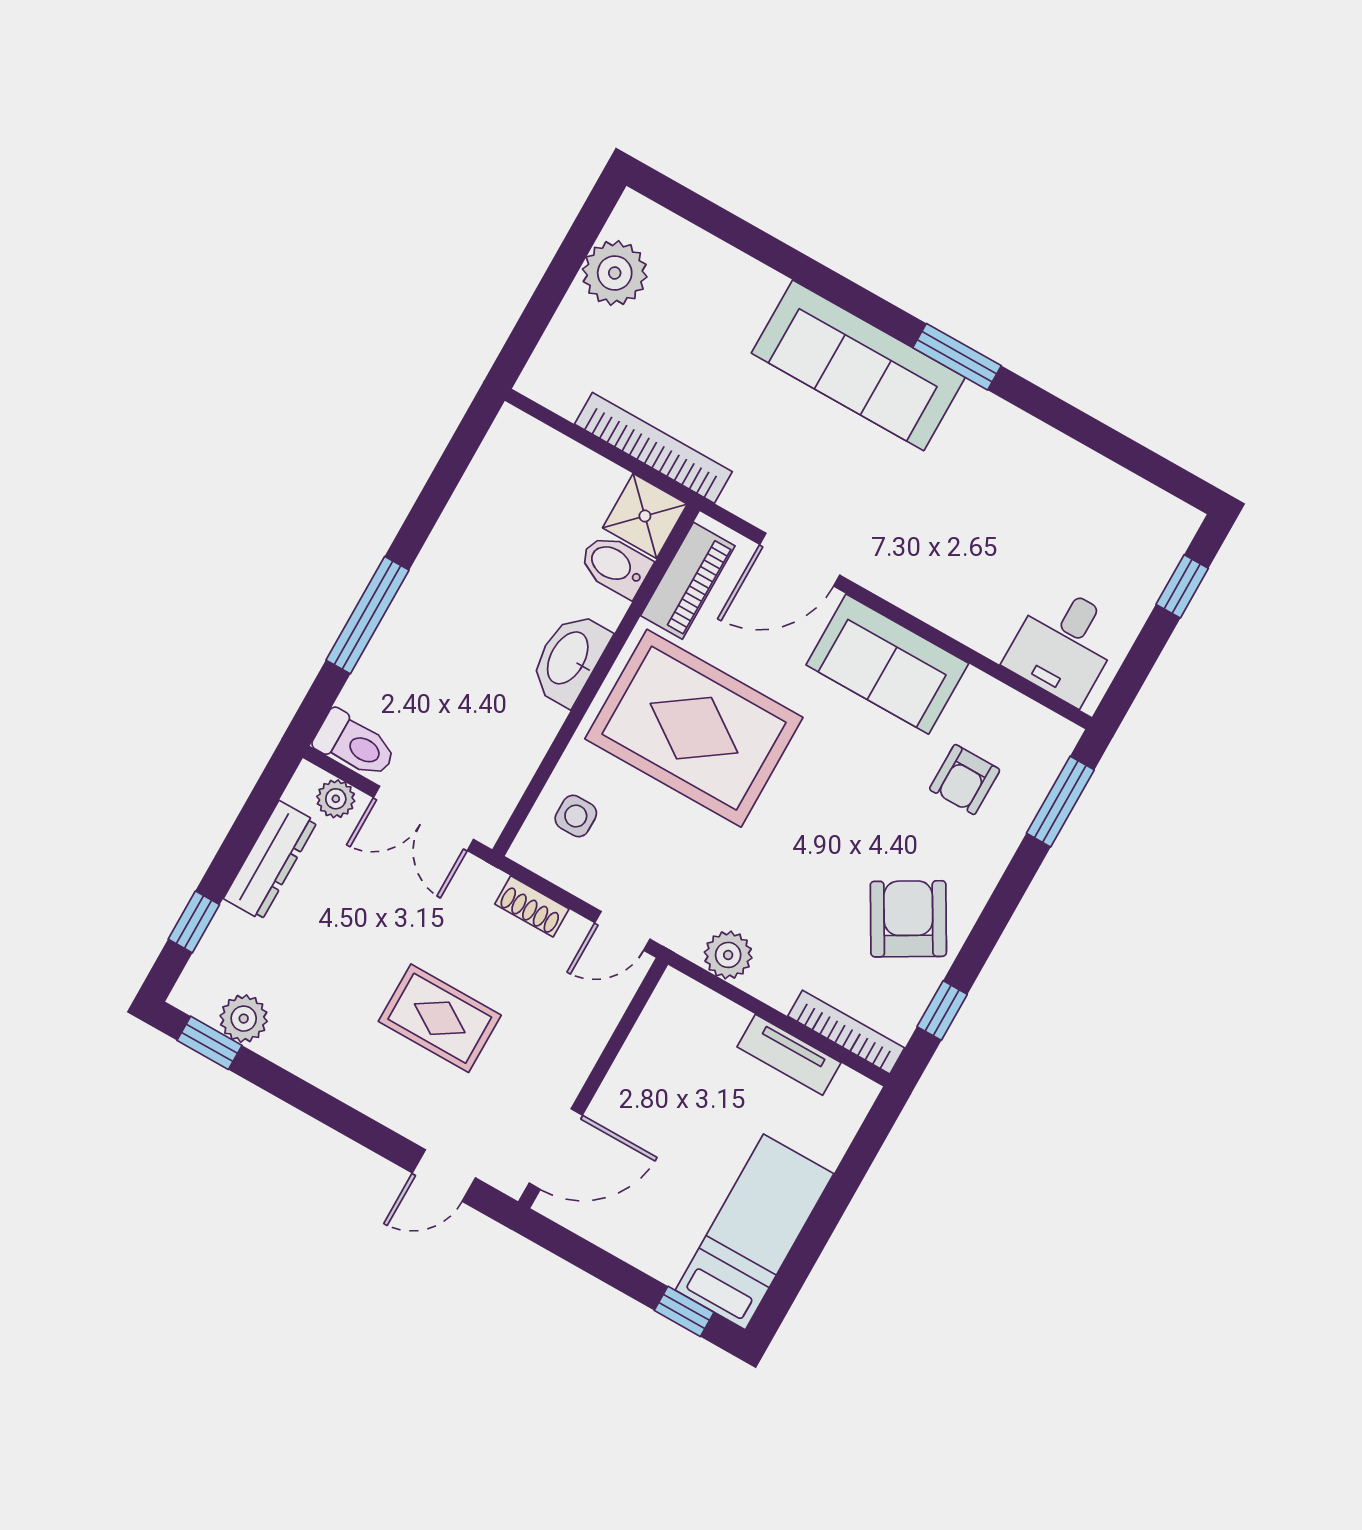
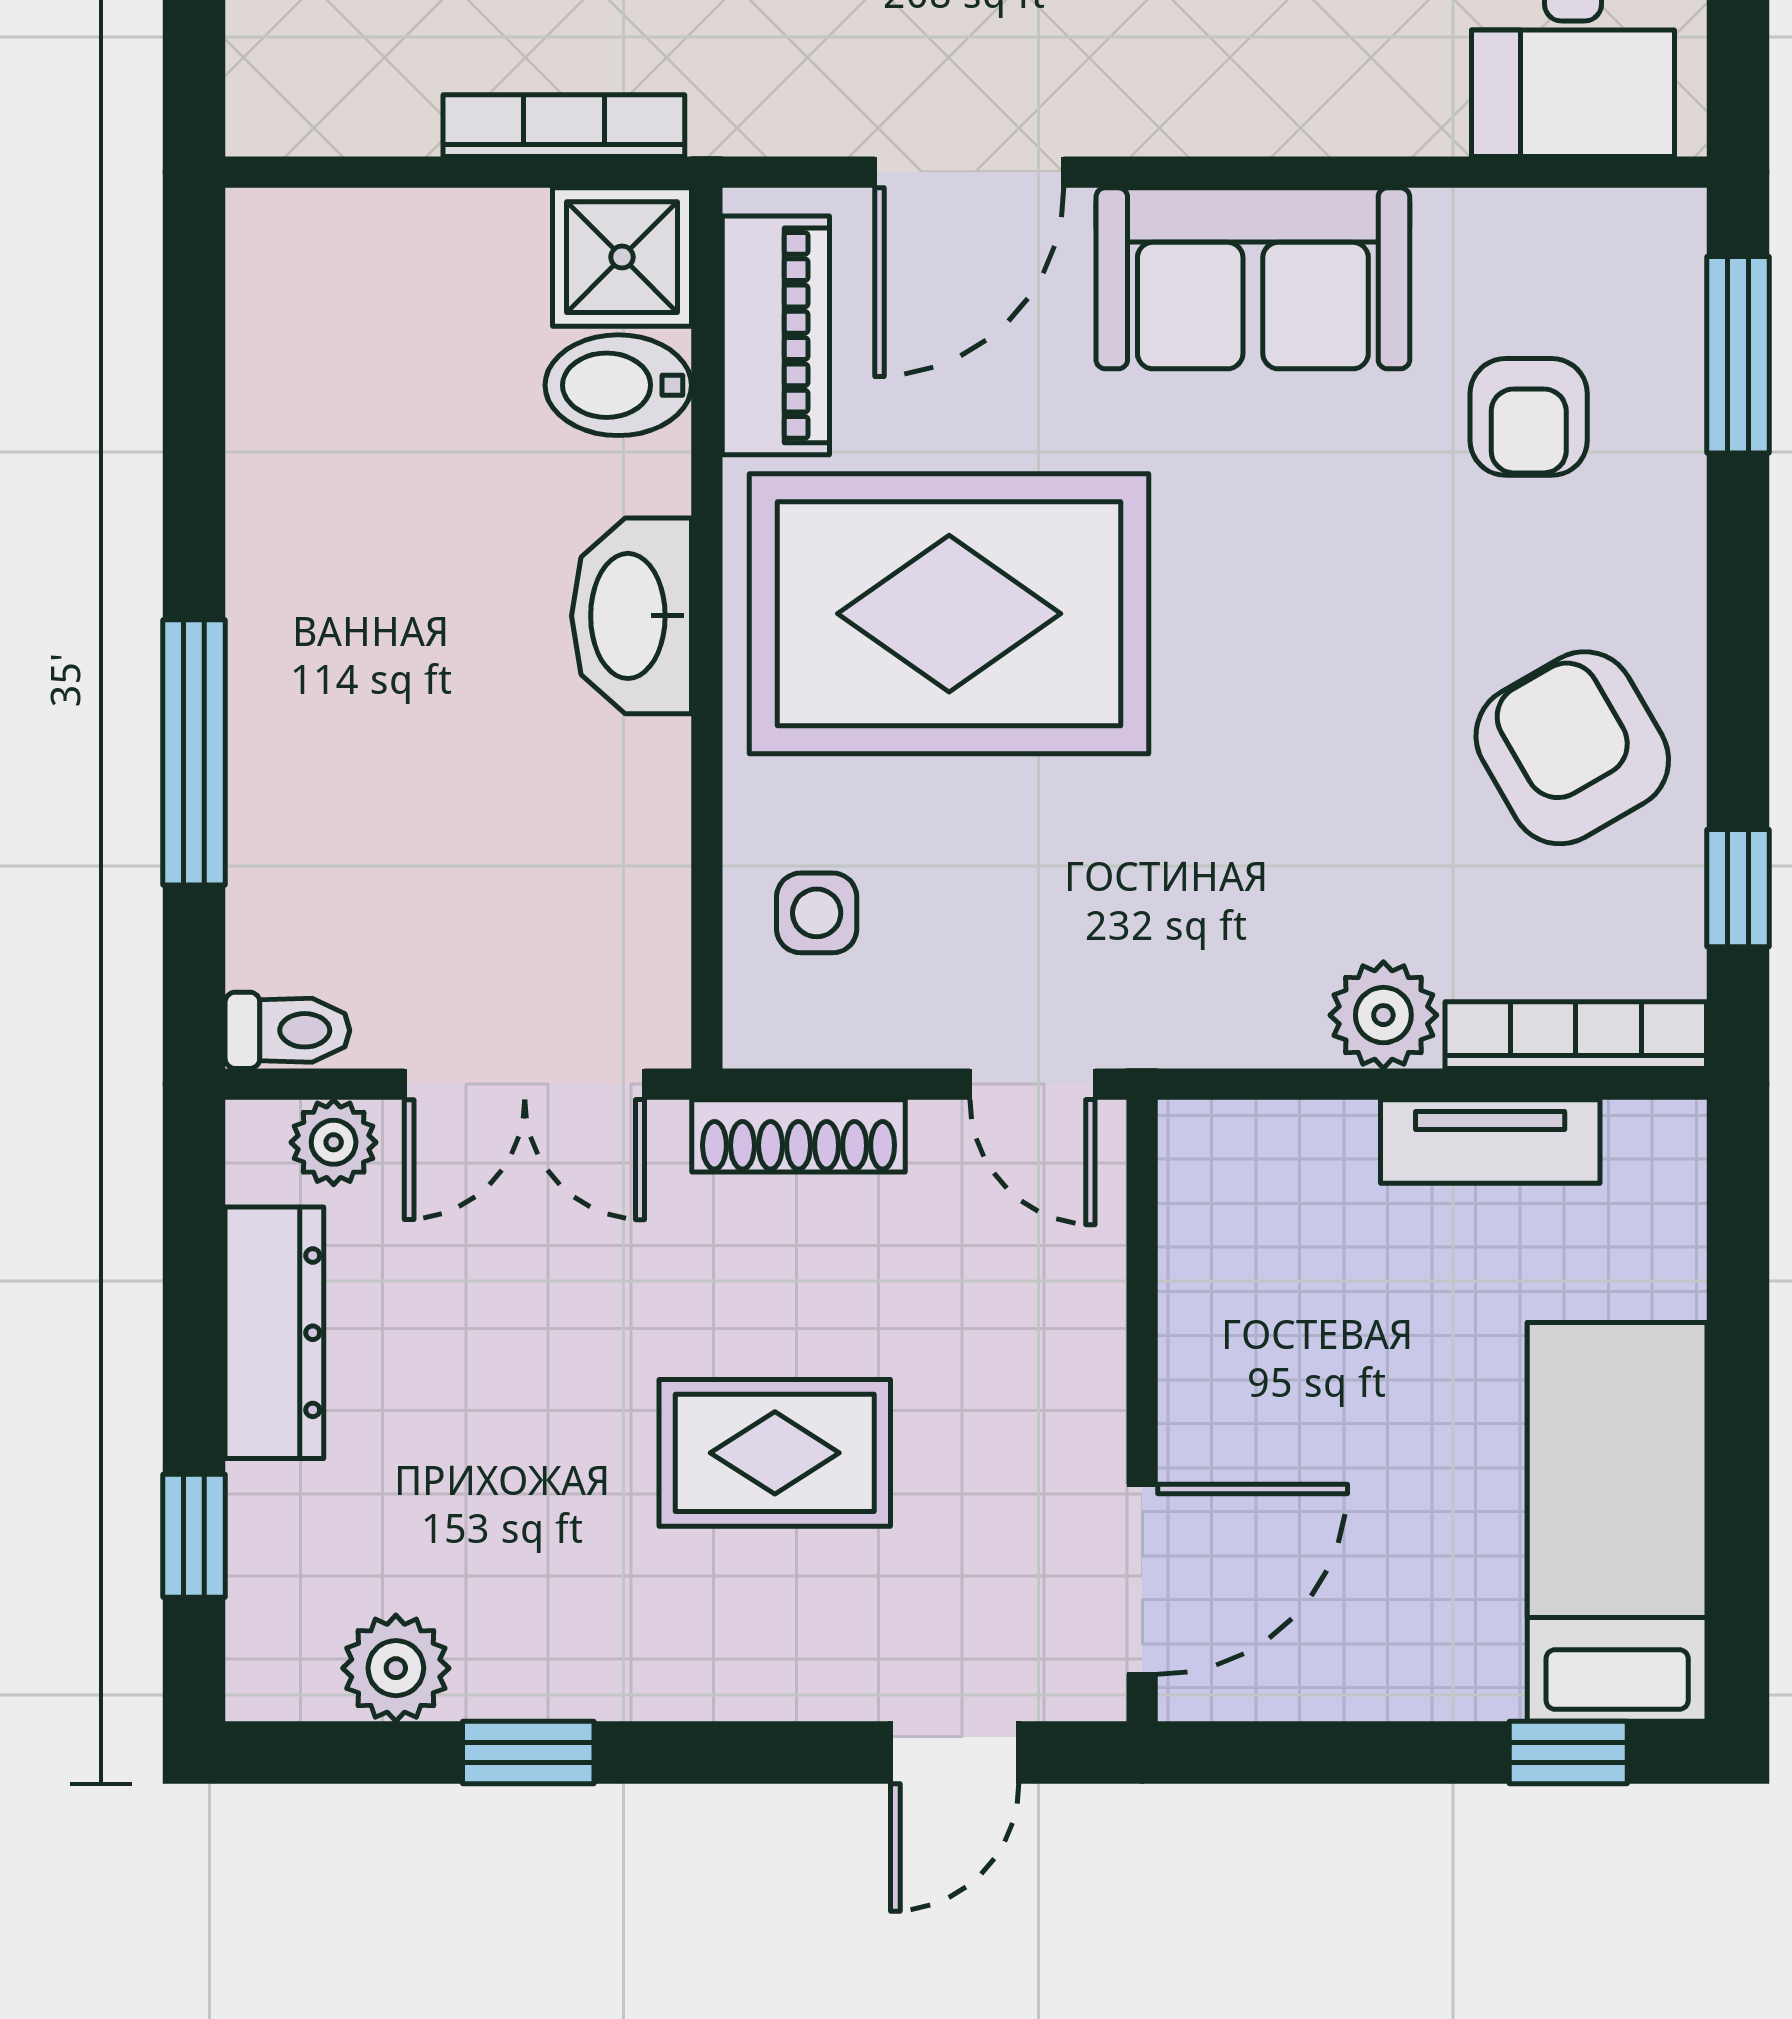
bookcase: (653, 448) -> (564, 126), width x0.68, depth x0.76
toilet: (355, 744) -> (287, 1030), width x0.73, depth x0.72
shoe rack: (532, 906) -> (799, 1136), width x1.43
door: (622, 931) -> (1032, 1084), hinge flipped
plant: (728, 955) -> (1383, 1015), moved
window: (209, 1043) -> (528, 1752), moved

